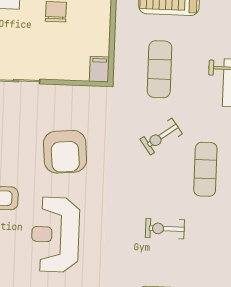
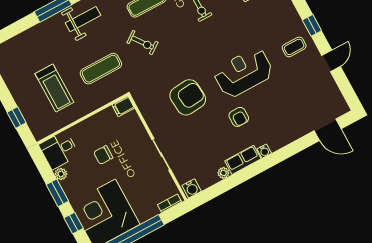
reception desk: (55, 235) -> (243, 73), turned 180

